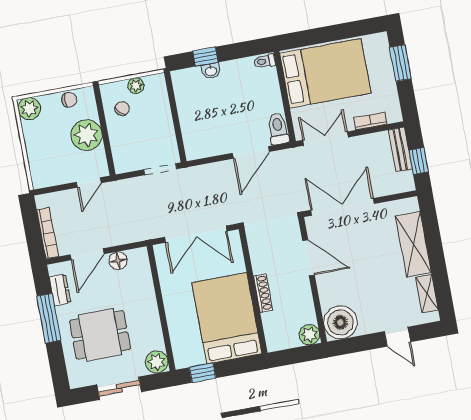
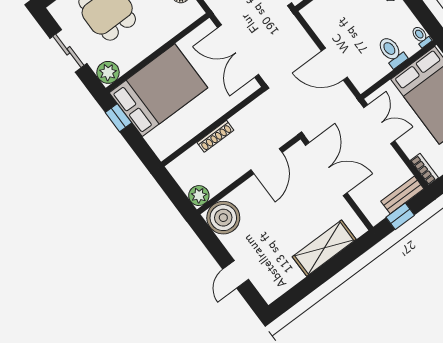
bookcase: (371, 121) -> (424, 169), moved
toilet: (278, 129) -> (392, 52), moved, turned -90
shelving: (427, 294) -> (287, 282), removed
bed: (227, 318) -> (158, 90), moved

